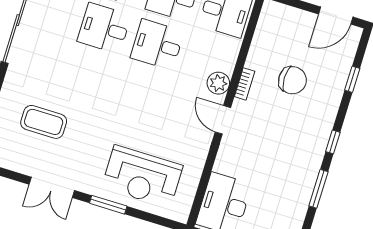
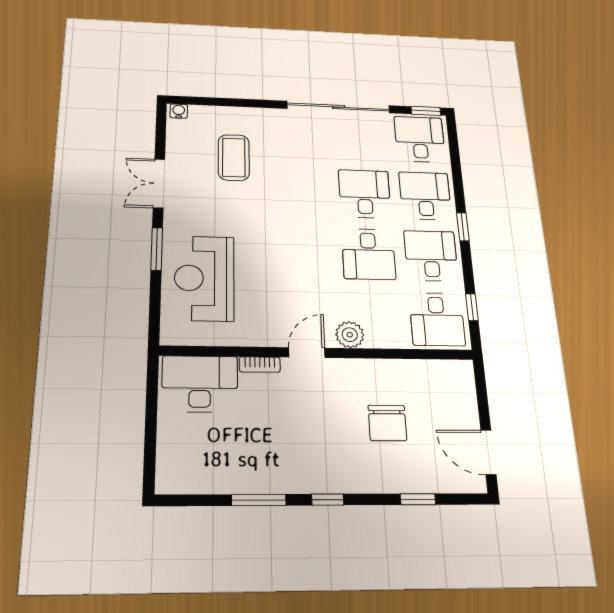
desk: (157, 45) -> (369, 254), turned 180
bookcase: (245, 84) -> (260, 365), moved

